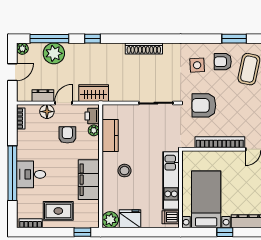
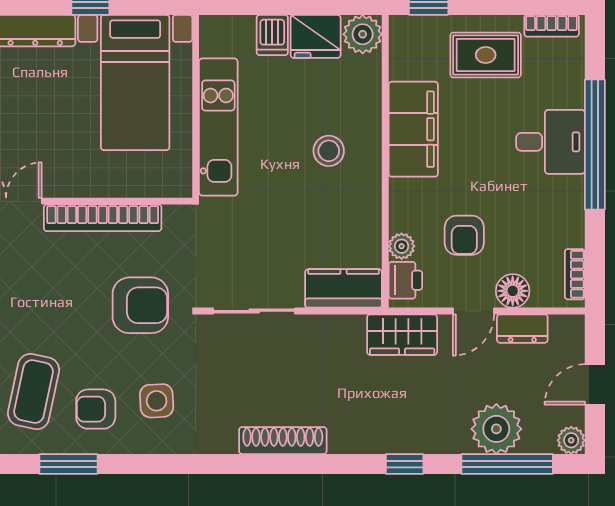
armchair: (223, 62) -> (96, 409), turned 180
kitchen counter: (110, 135) -> (344, 288), moved, turned 90
dishwasher: (171, 217) -> (272, 35), moved, turned 90

